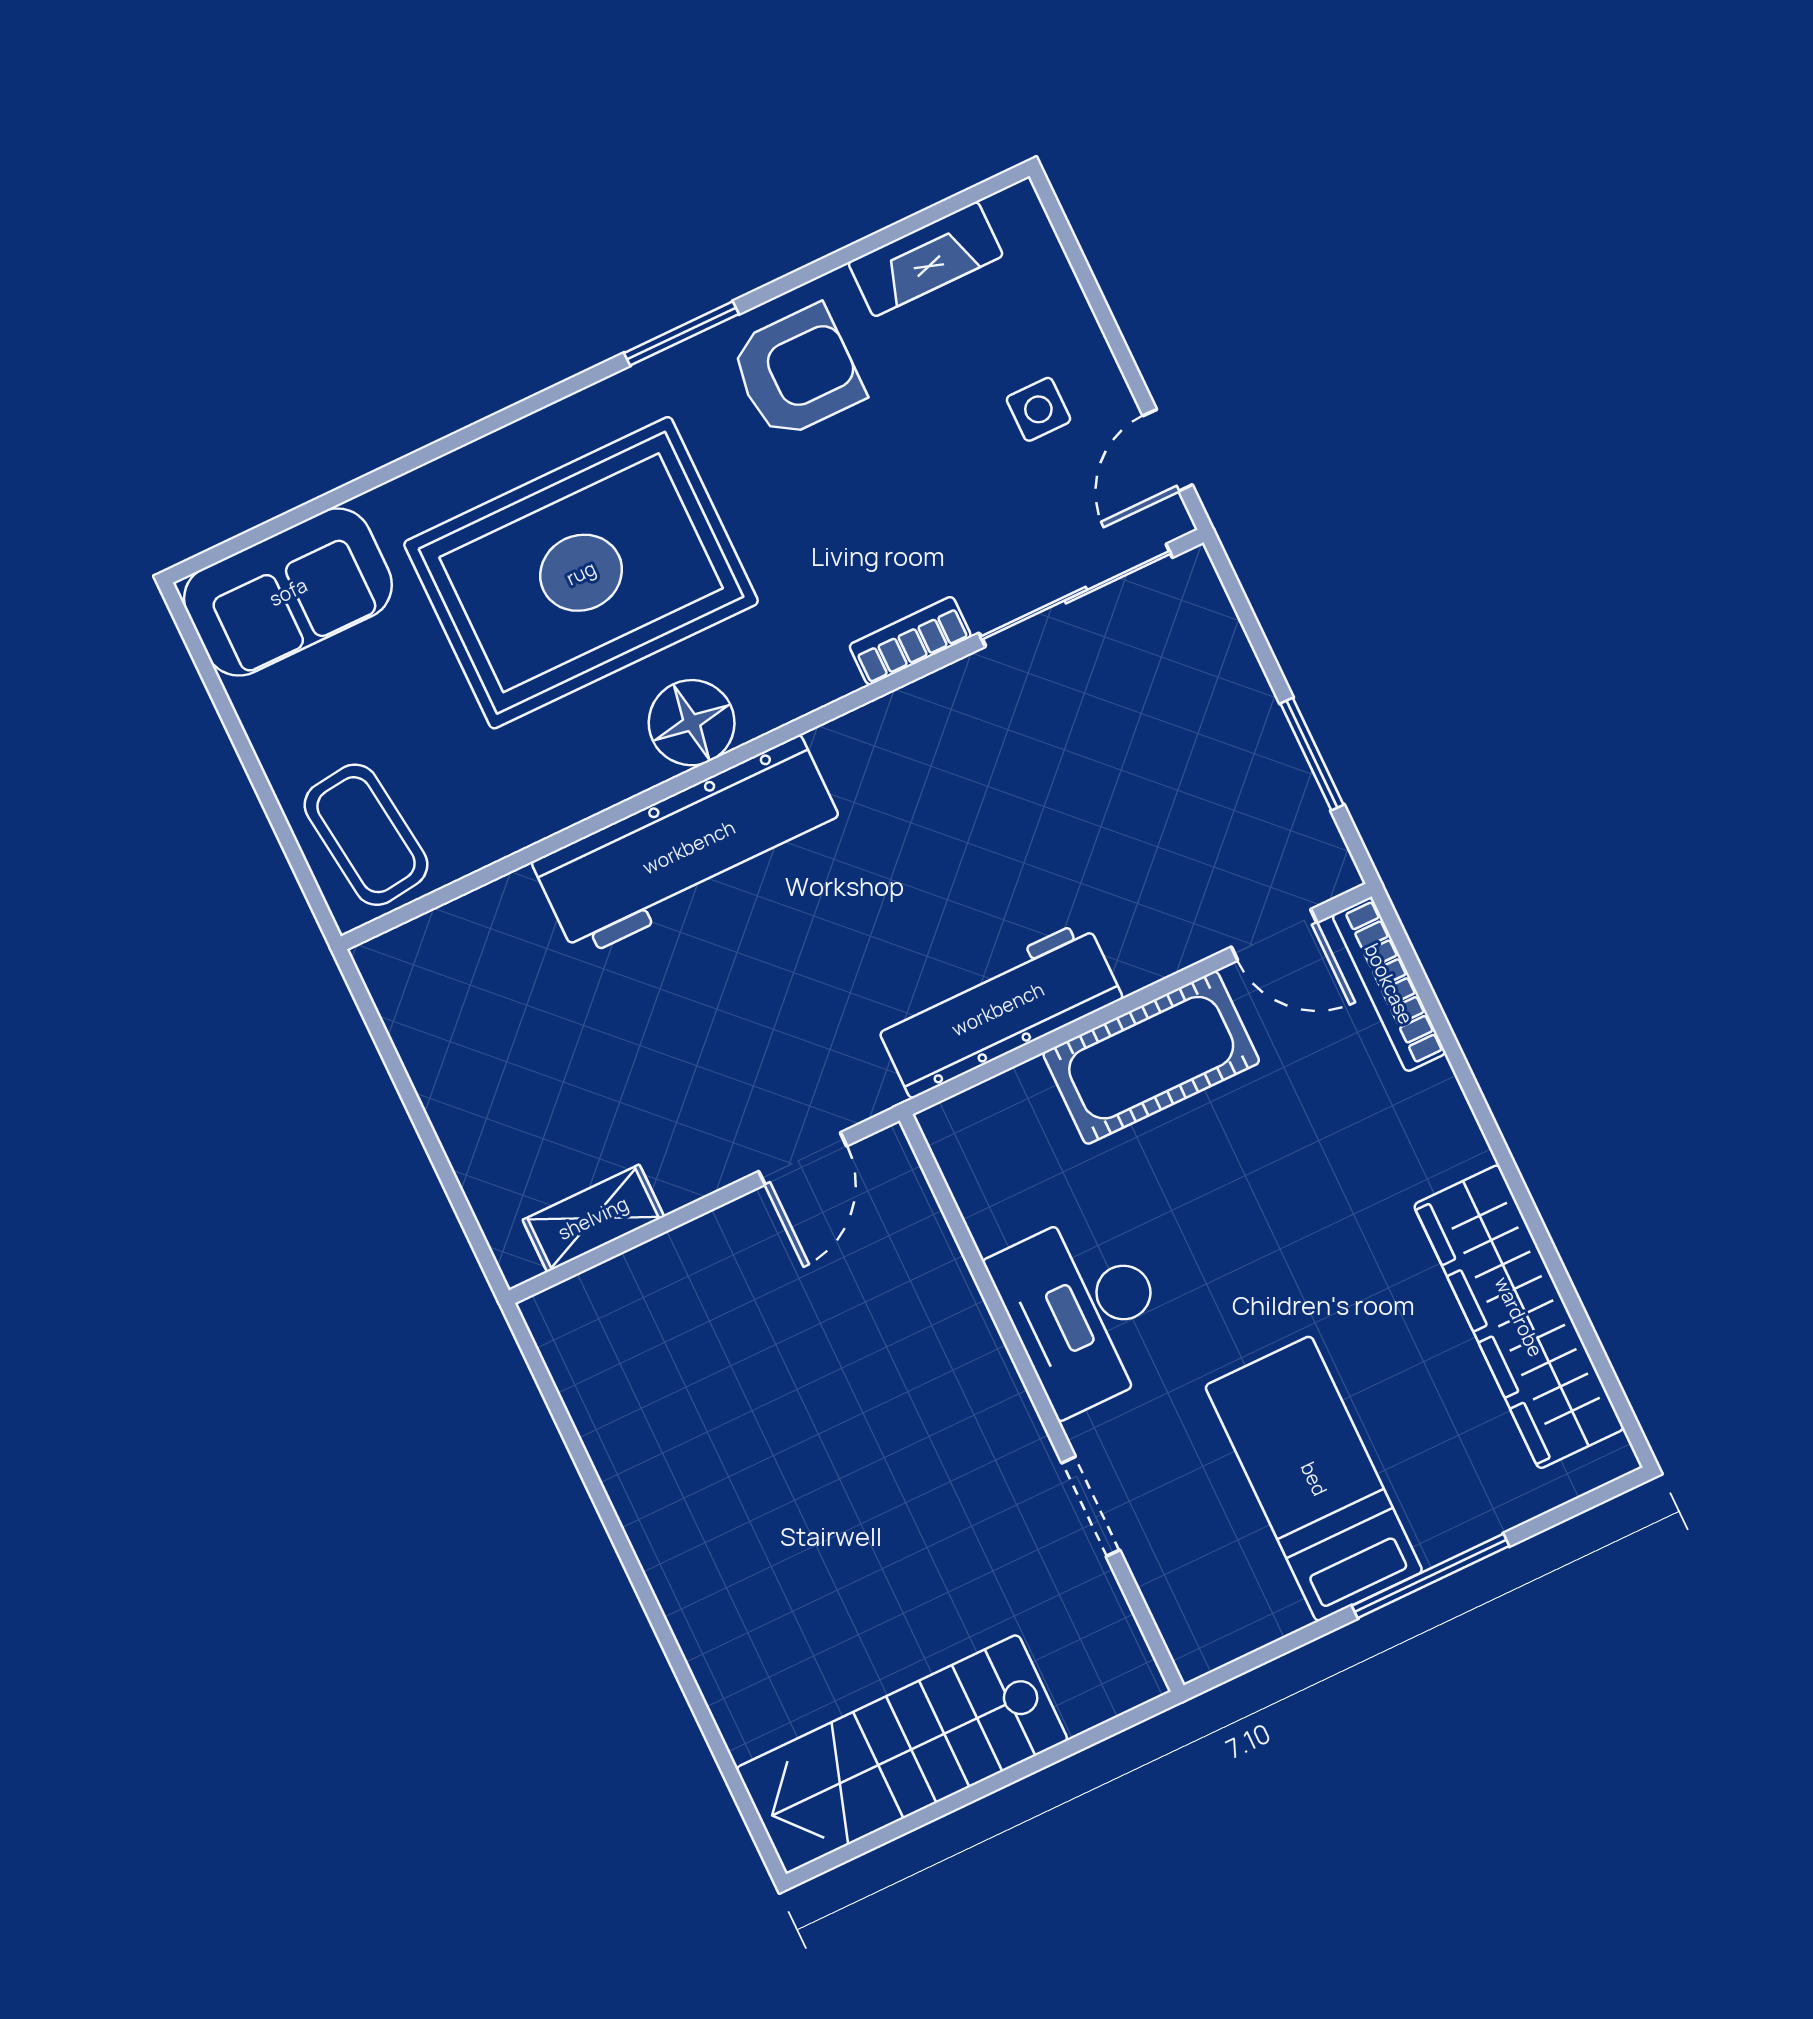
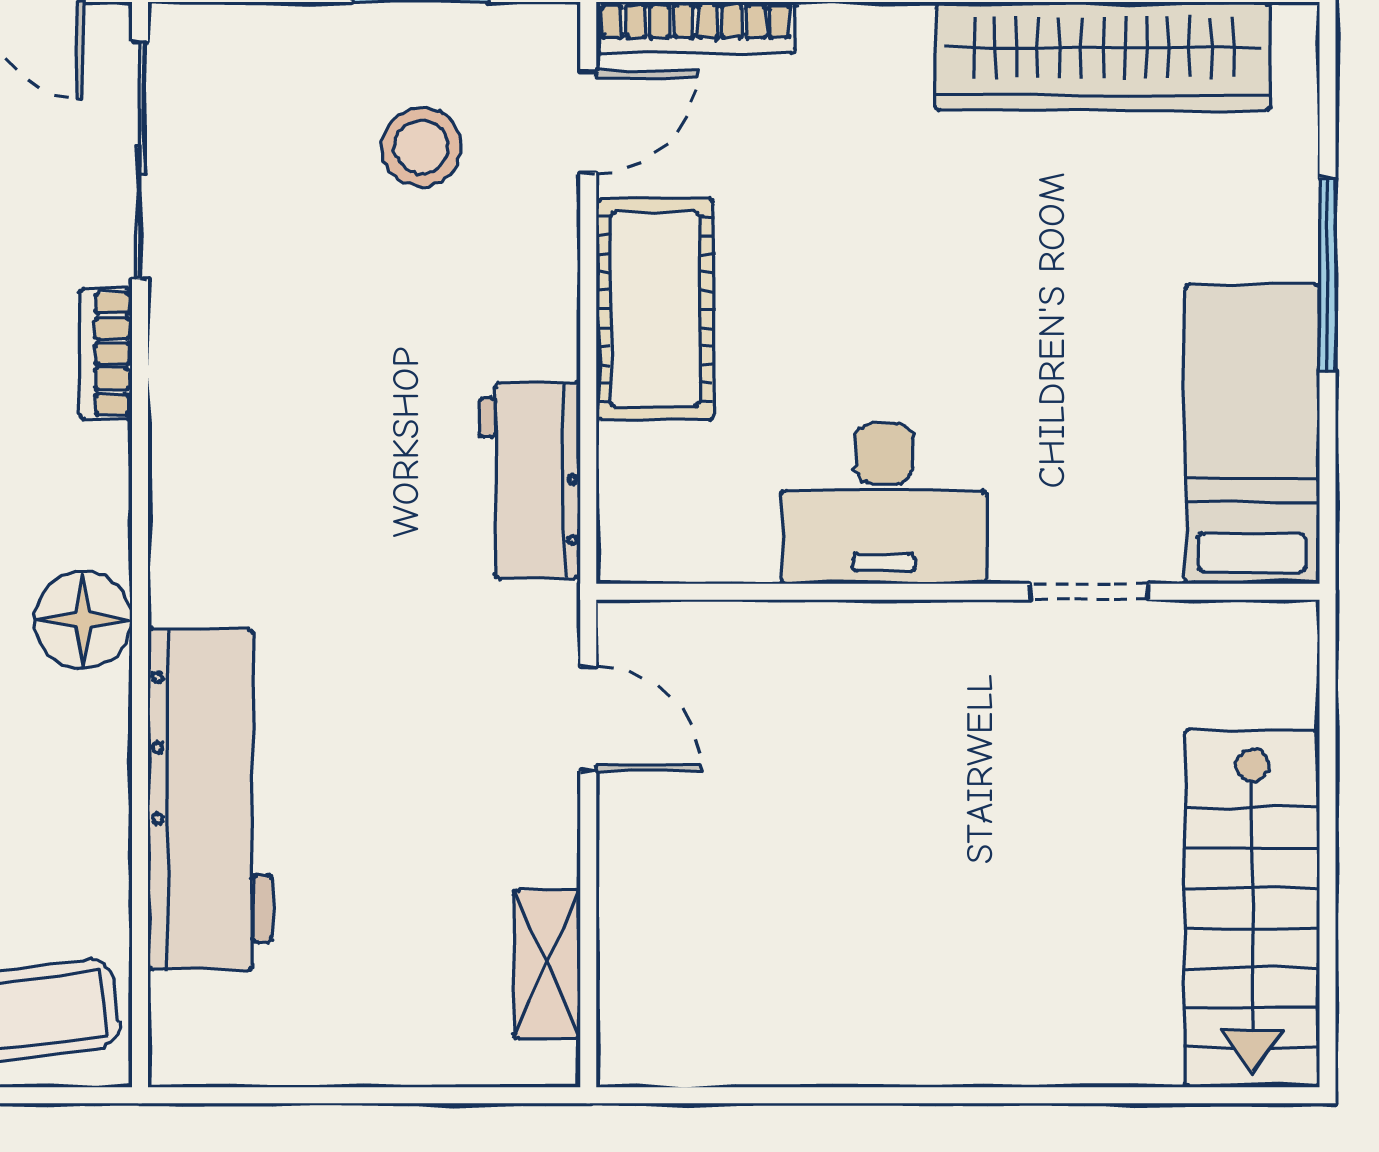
stool: (1192, 812) -> (421, 147), added
workbench: (689, 847) -> (210, 799), moved
workbench: (998, 1009) -> (530, 480), width x0.73
bed: (1314, 1479) -> (1252, 434), moved, turned 90

